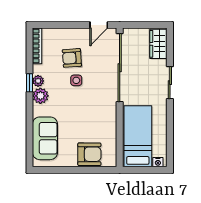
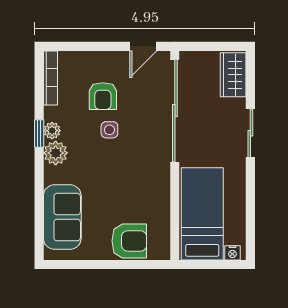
armchair: (72, 58) -> (103, 96), turned -86

